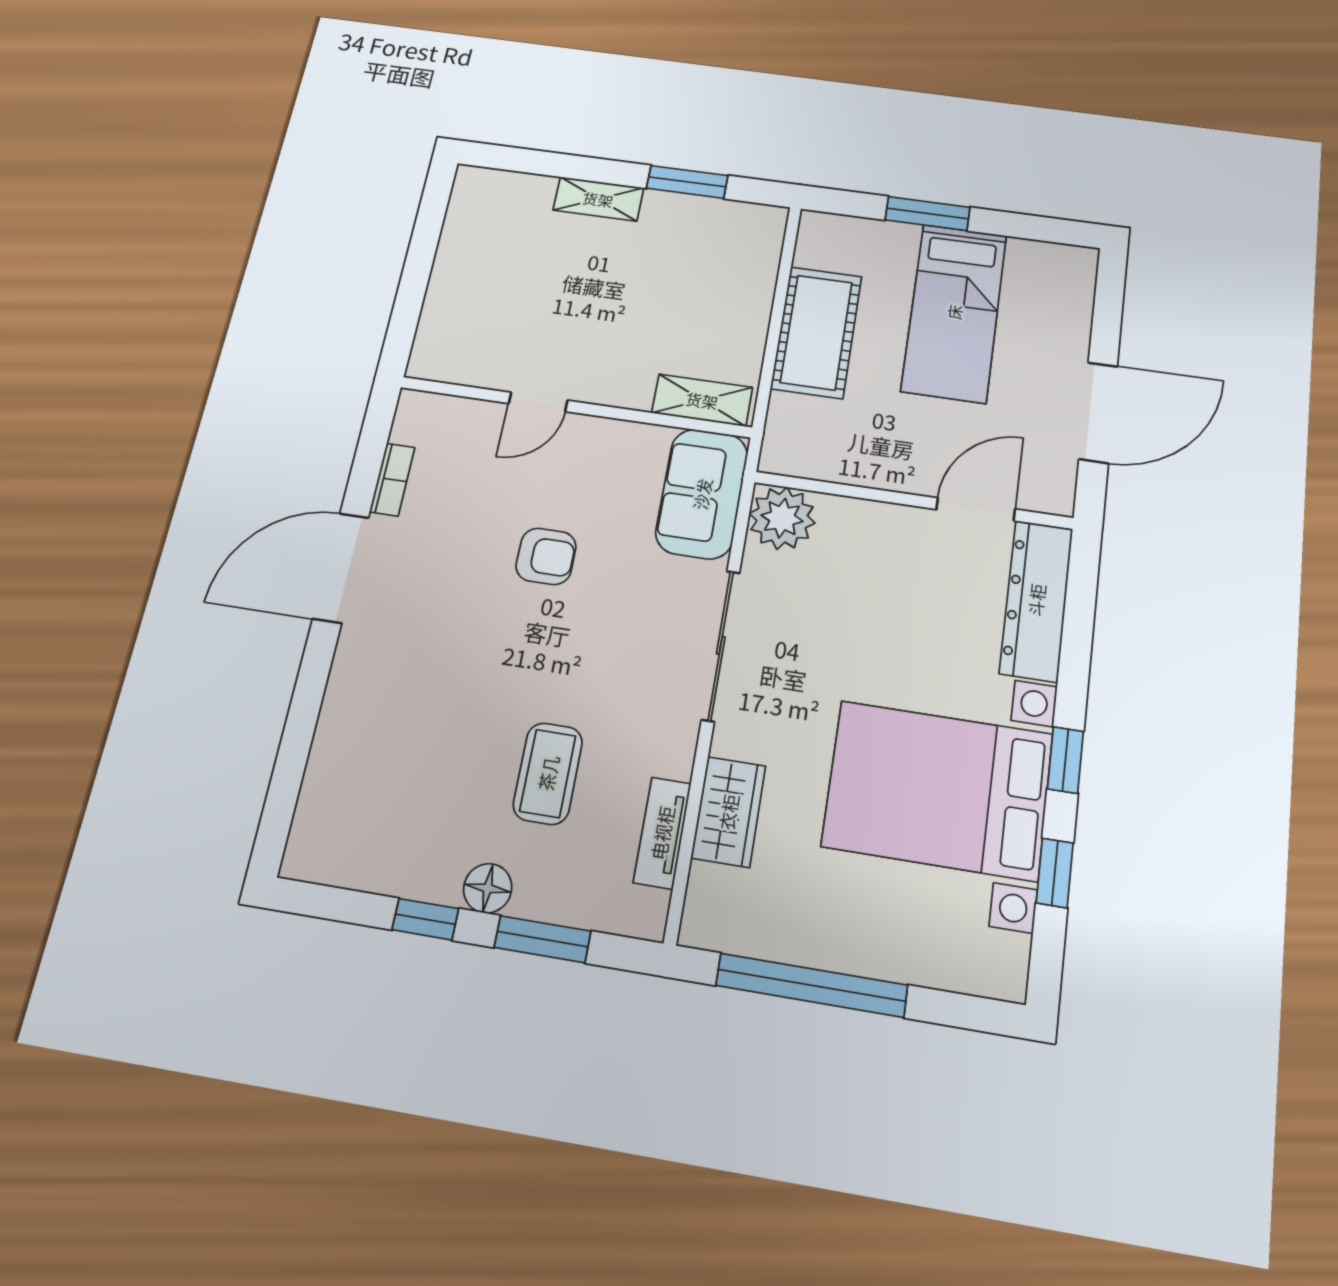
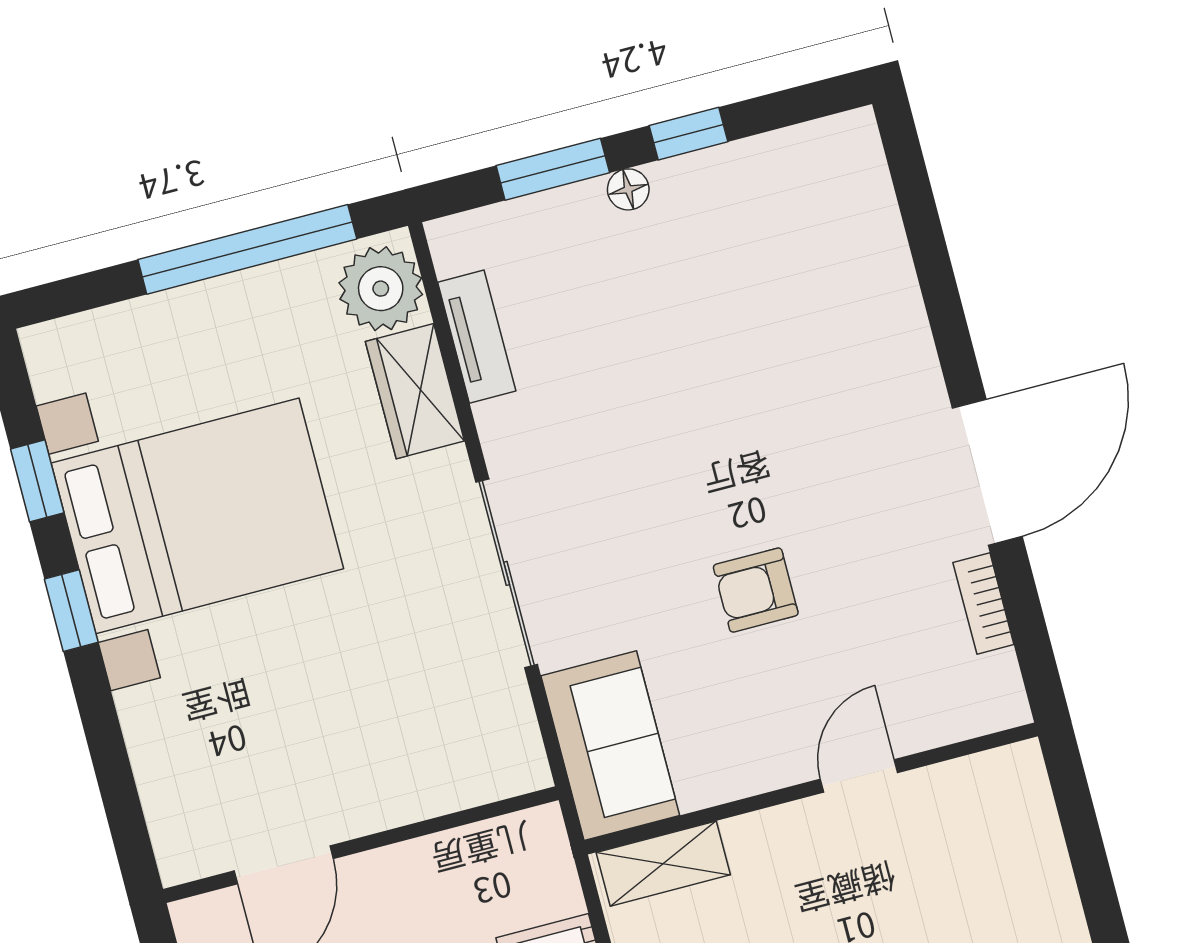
plant: (782, 518) -> (381, 289), moved
dresser: (1036, 600) -> (172, 783), removed
coffee table: (548, 773) -> (633, 345), removed
floor lamp: (488, 888) -> (628, 189), width x0.73, depth x0.73

